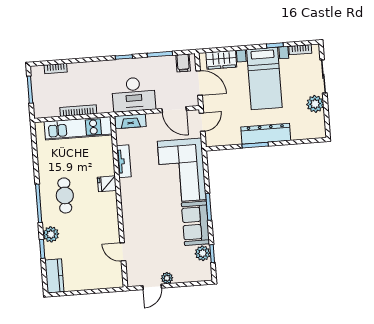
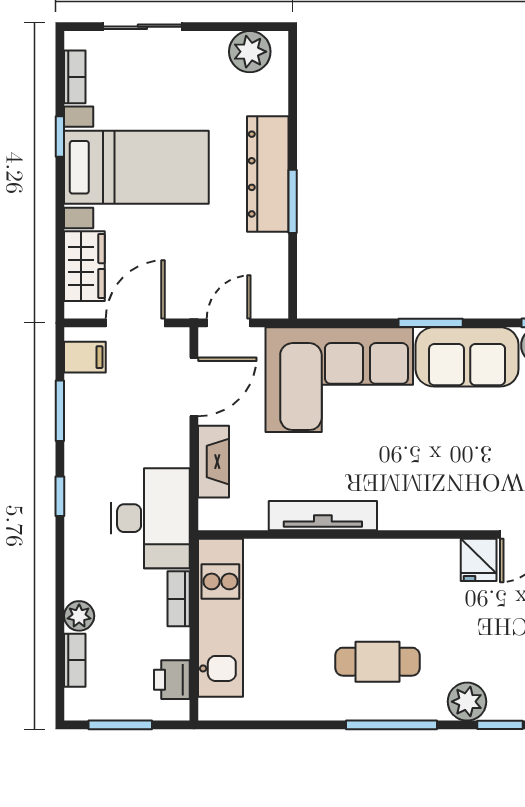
plant: (74, 69) -> (79, 616), added
desk: (134, 94) -> (150, 518), moved
plant: (315, 104) -> (250, 52), moved
printer: (51, 110) -> (172, 680), added
bookcase: (78, 111) -> (179, 599), width x0.64
fireplace: (131, 121) -> (214, 462), moved
door: (202, 122) -> (229, 323), hinge flipped
tv unit: (124, 161) -> (323, 516), width x1.41
fridge: (107, 184) -> (479, 560), moved

